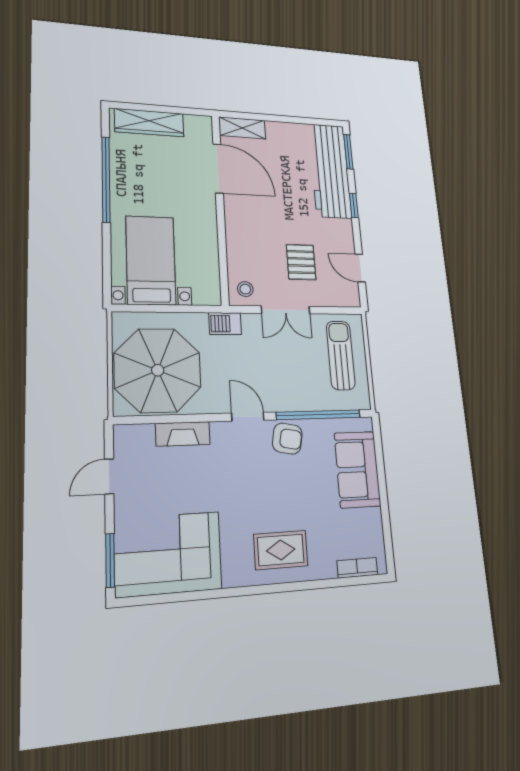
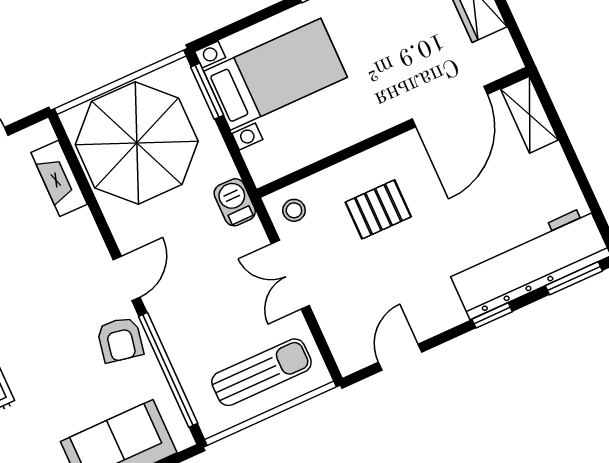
pallet: (301, 262) -> (378, 209), moved
window: (142, 308) -> (207, 91), added
fireplace: (183, 434) -> (59, 178), moved

